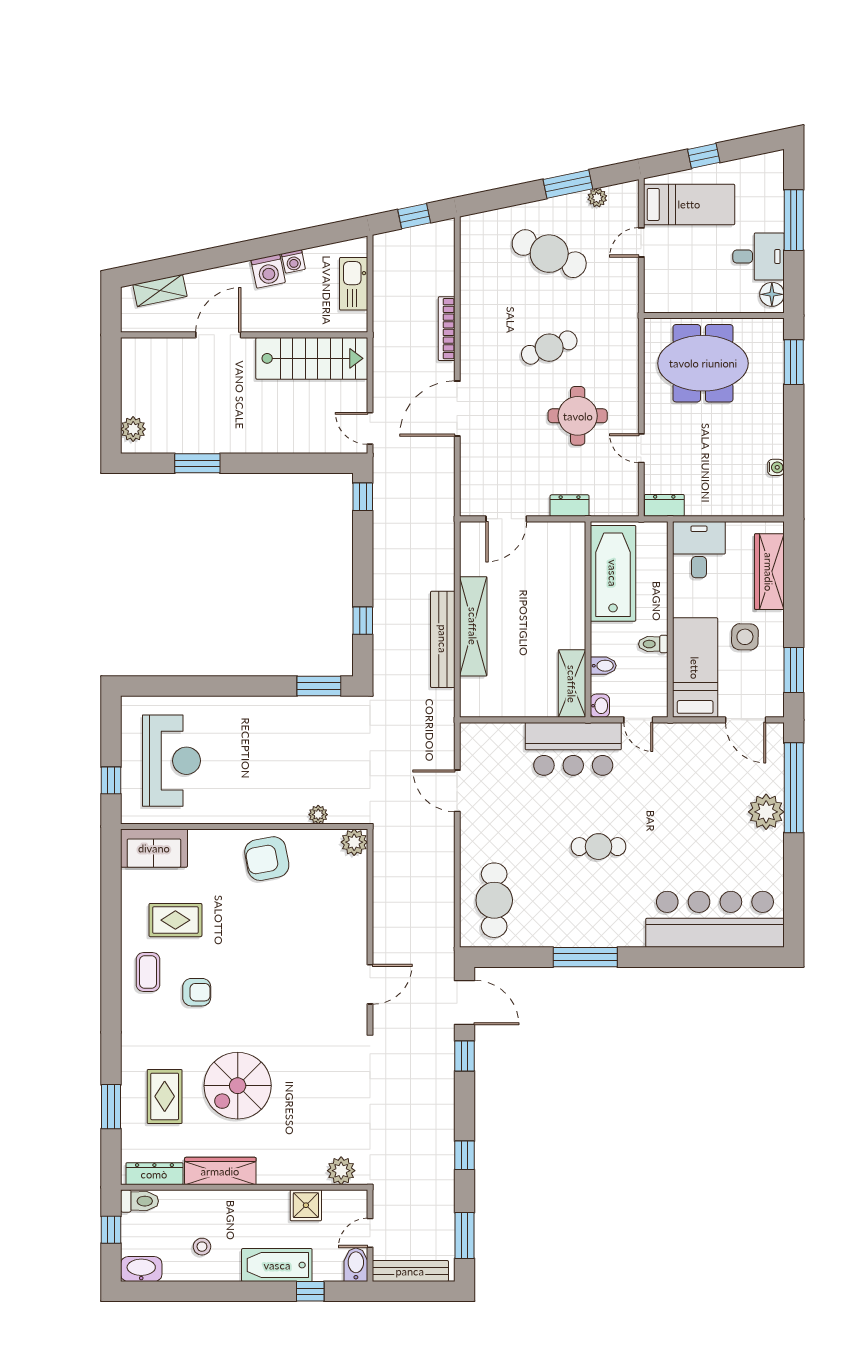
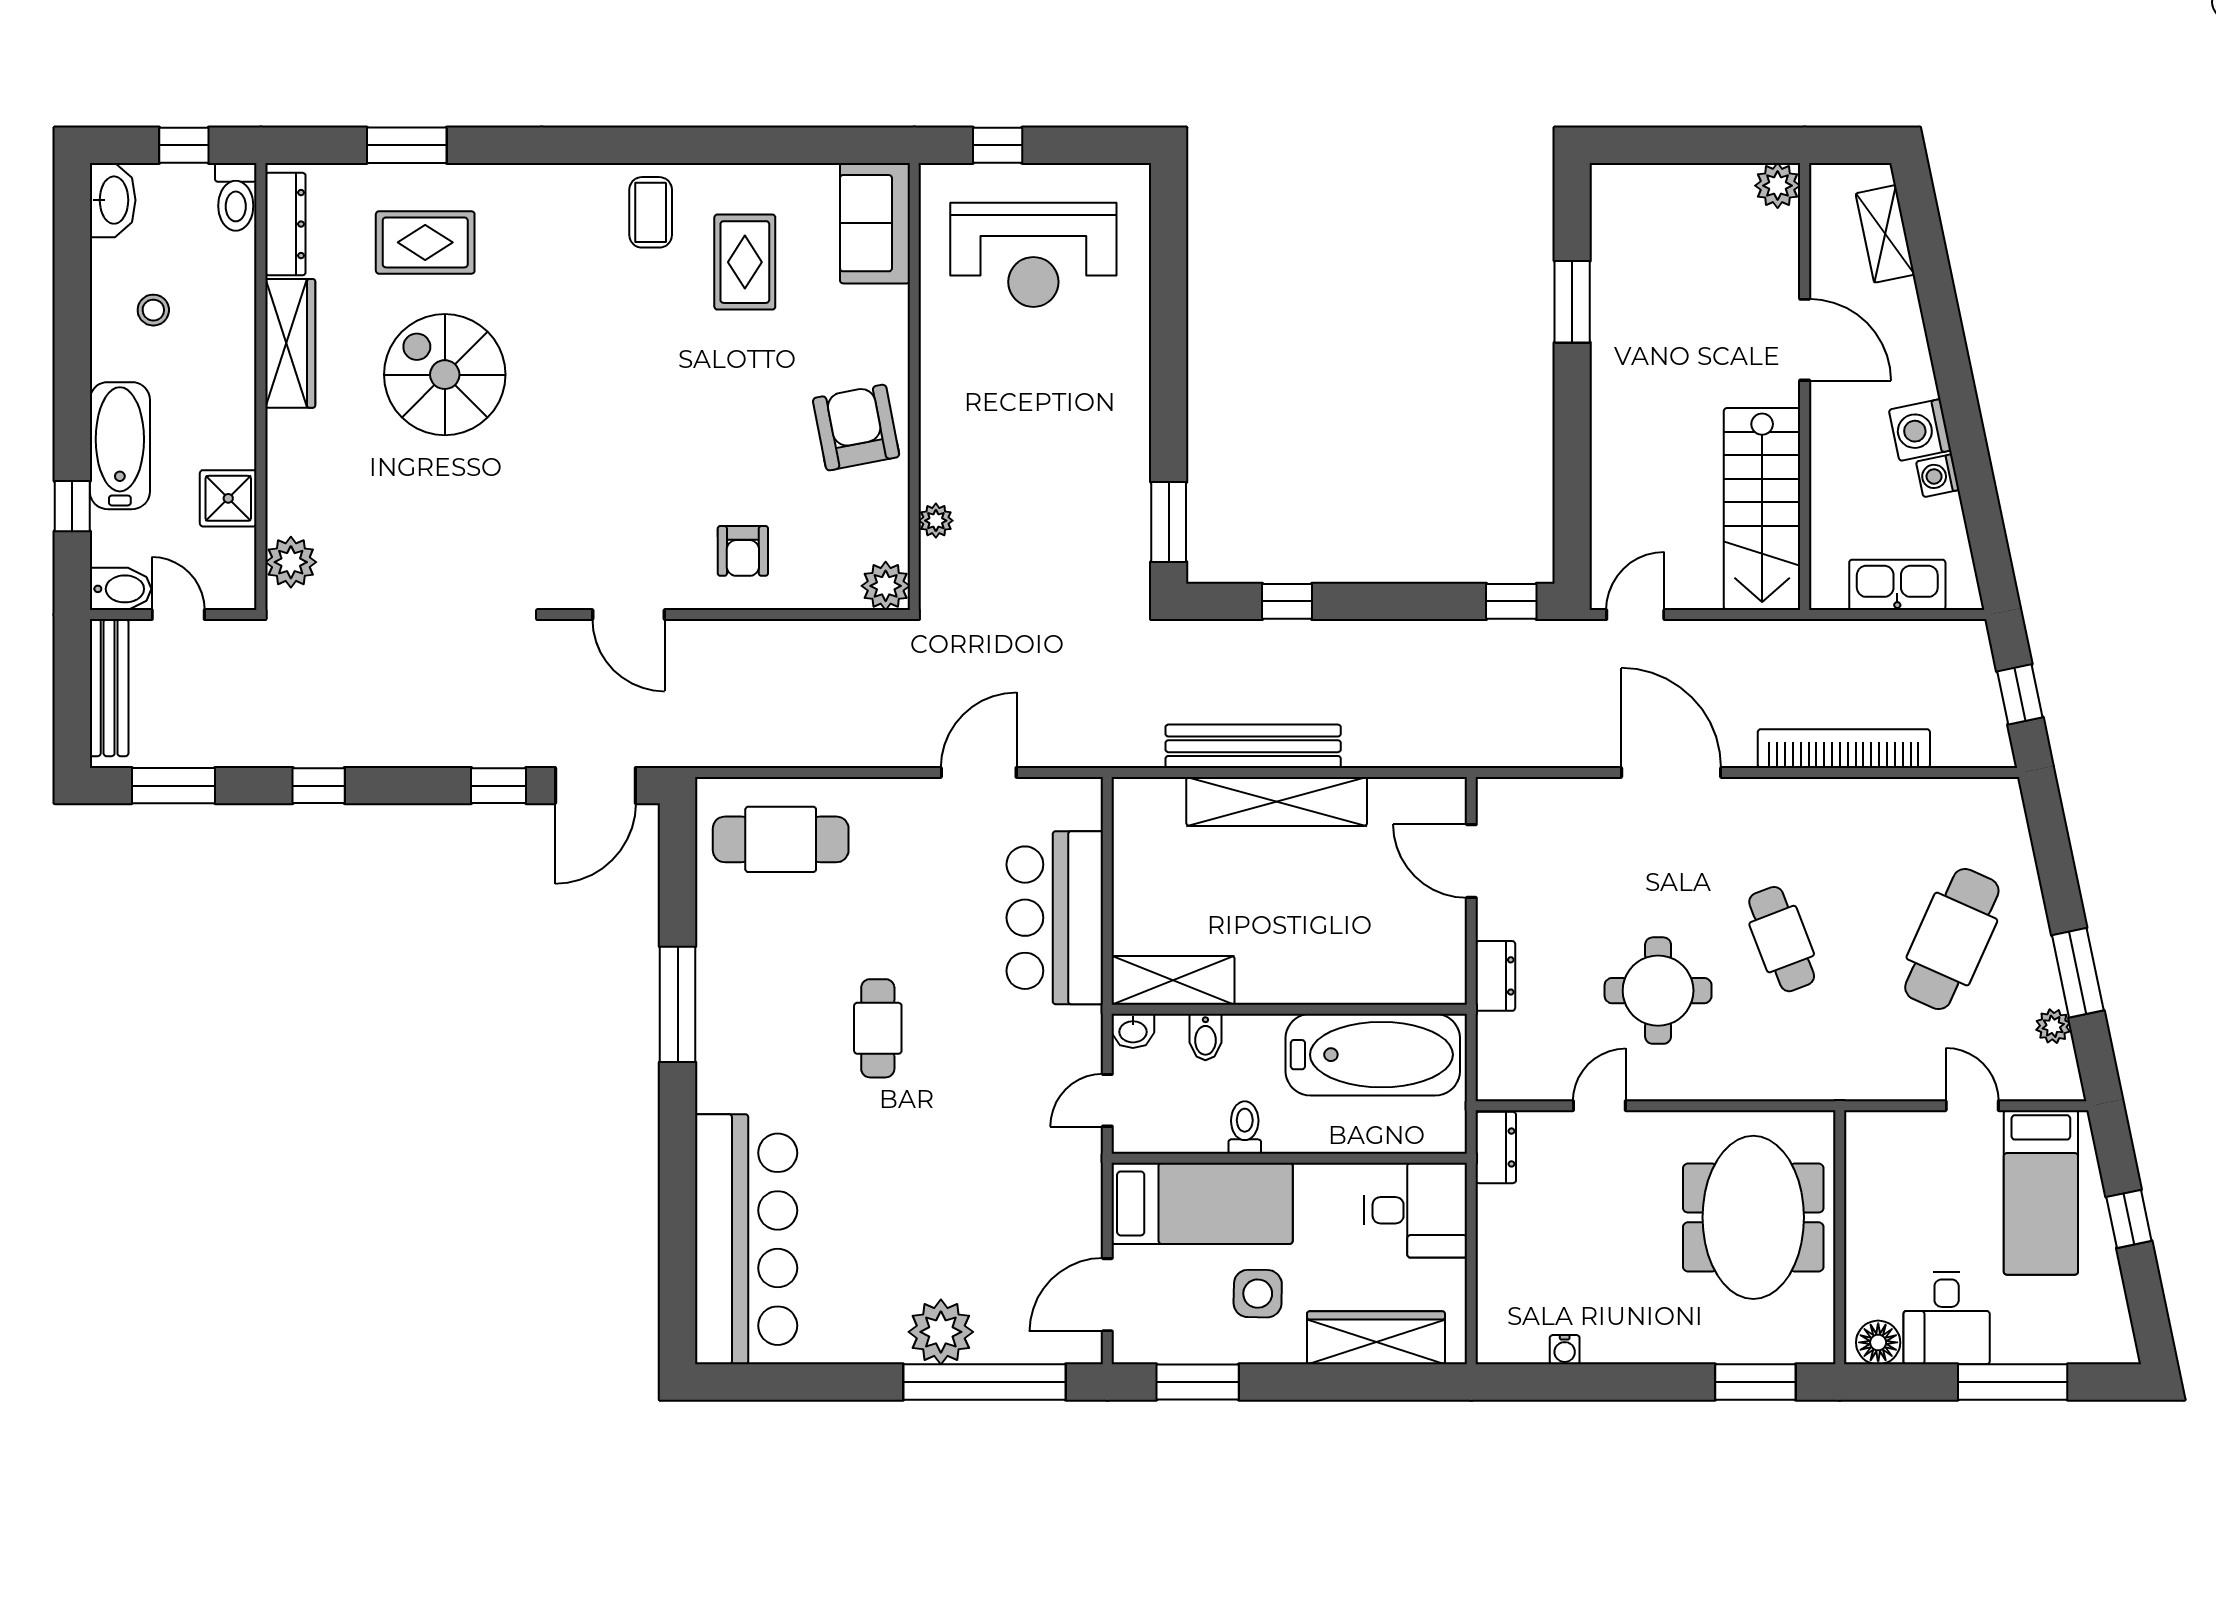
bookcase: (447, 329) -> (1844, 749), width x1.48, depth x1.31
plant: (133, 429) -> (1778, 186), moved
bar counter: (573, 749) -> (1055, 918), moved
coffee table: (148, 972) -> (651, 212), turned 90
armchair: (197, 992) -> (743, 551), moved

